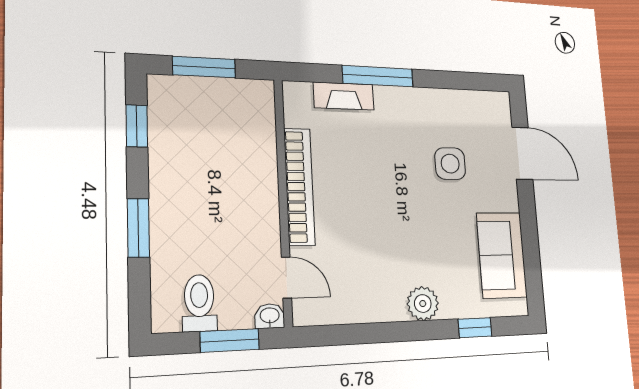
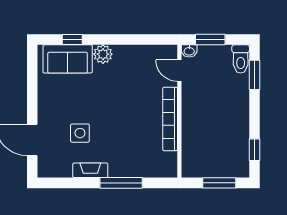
fireplace: (344, 96) -> (90, 170), moved
window: (138, 228) -> (254, 75), moved
sofa: (502, 255) -> (68, 59), moved, turned 90
toilet: (199, 303) -> (241, 59), moved

